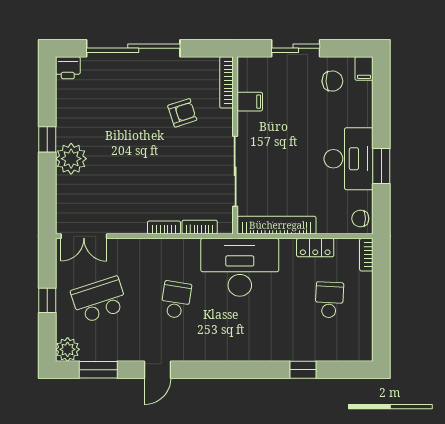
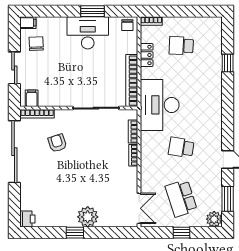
sliding door: (133, 48) -> (14, 152), moved
filing cabinet: (250, 102) -> (32, 98), moved

